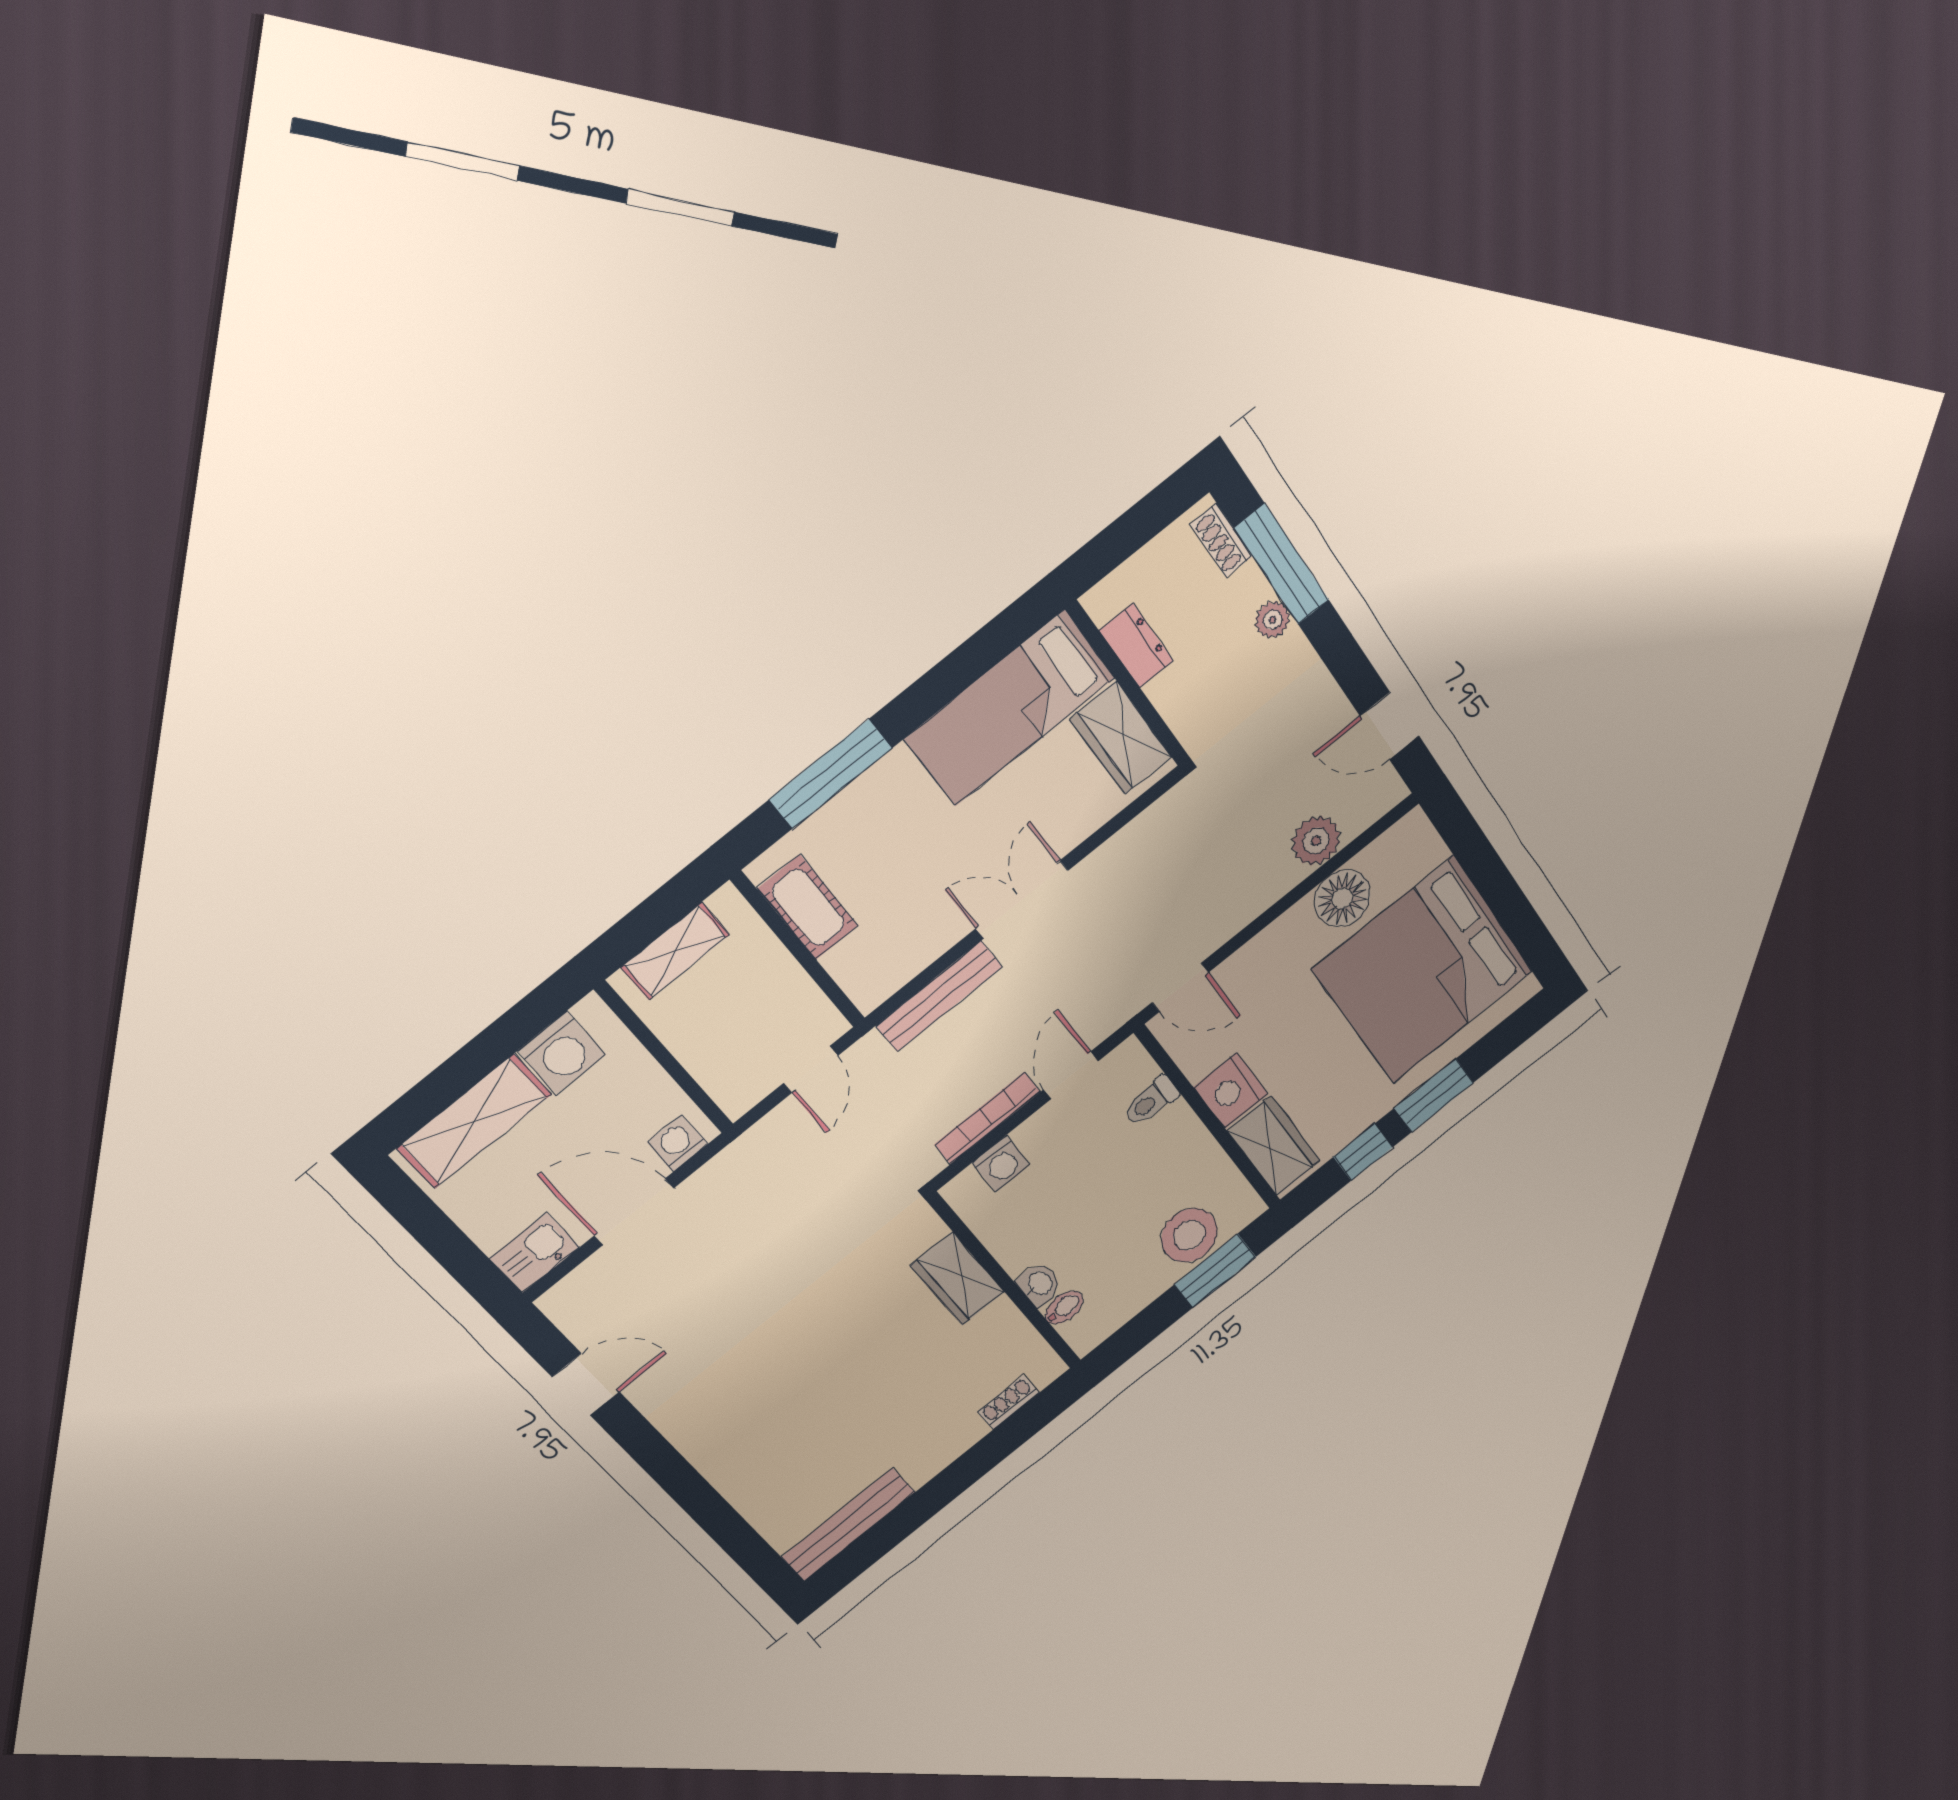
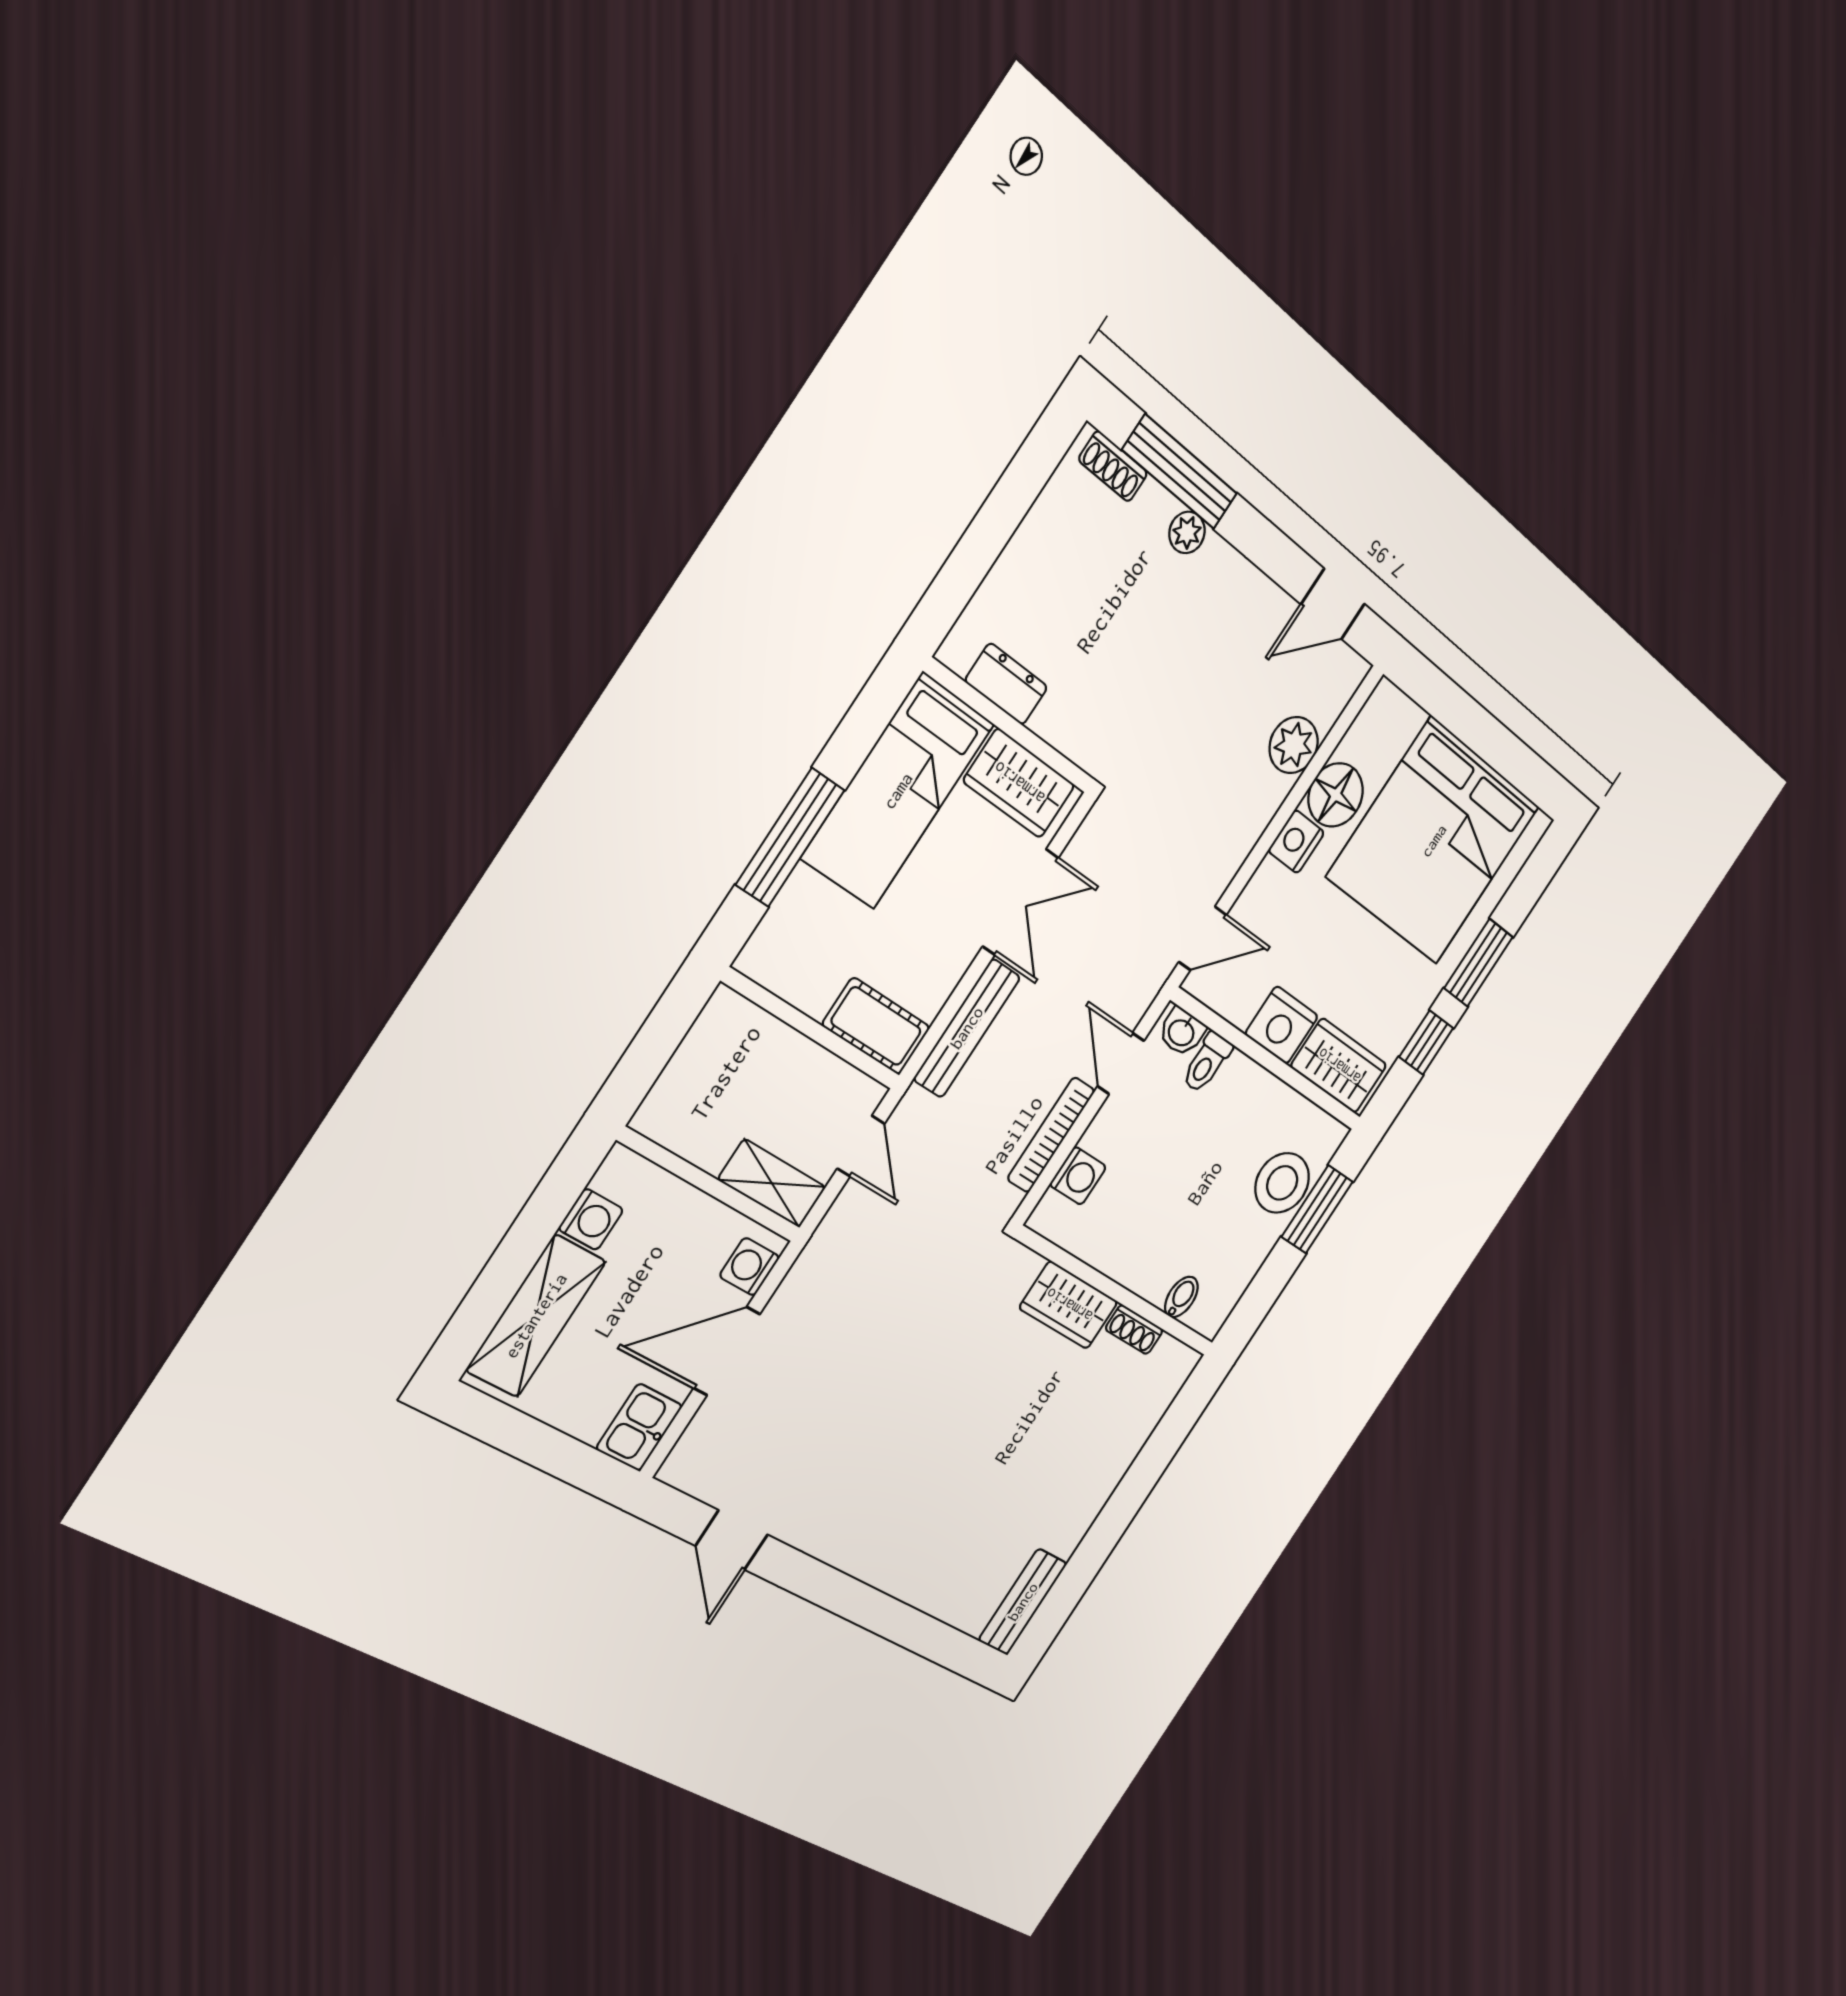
dresser: (1136, 646) -> (1006, 684), moved
wall: (1128, 684) -> (1010, 726), moved
bed: (1010, 708) -> (898, 791), moved
wardrobe: (1121, 738) -> (1019, 783), moved
double door: (1022, 900) -> (1020, 902), swing flipped
cot: (808, 907) -> (876, 1026), moved
nightstand: (1293, 929) -> (1296, 842), added
shelving: (675, 951) -> (772, 1183), moved, turned 90
washing machine: (562, 1053) -> (591, 1219), width x0.73, depth x0.73
washbasin: (1039, 1284) -> (1182, 1032), moved, turned 180
door: (586, 1384) -> (732, 1540), swing flipped
shoe rack: (1008, 1402) -> (1134, 1330), moved, turned -90
bench: (848, 1525) -> (1023, 1602), width x0.73

